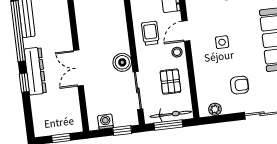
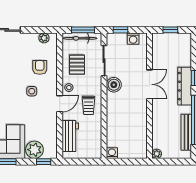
armchair: (240, 85) -> (40, 67), moved, turned 90

